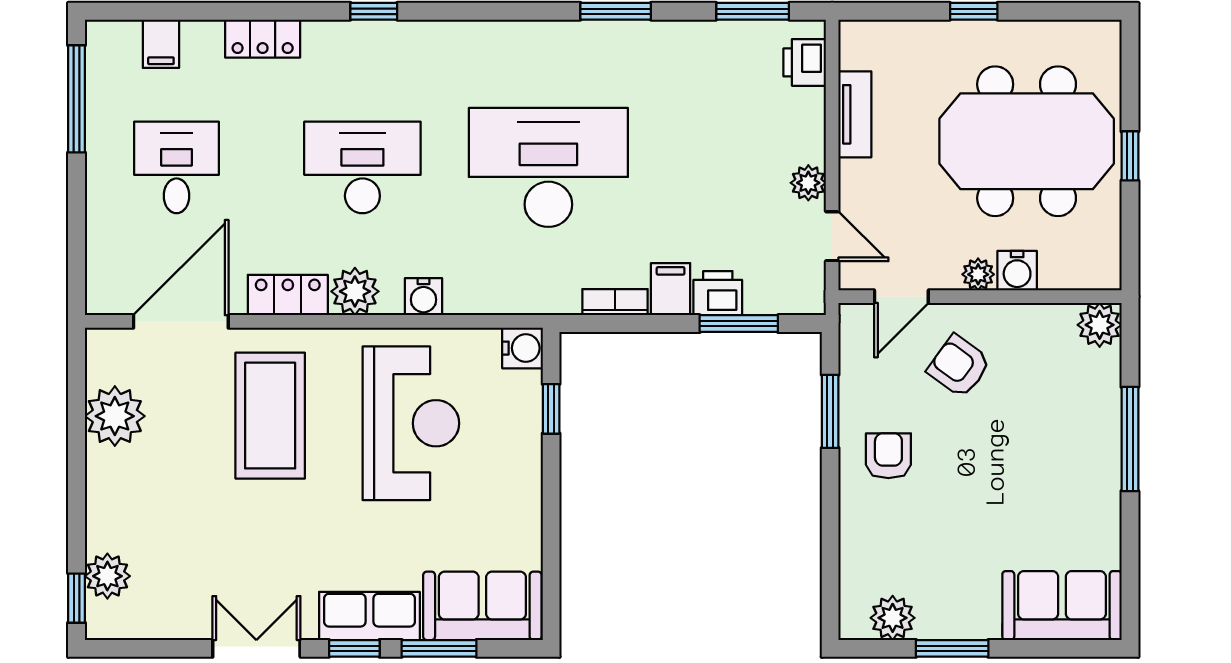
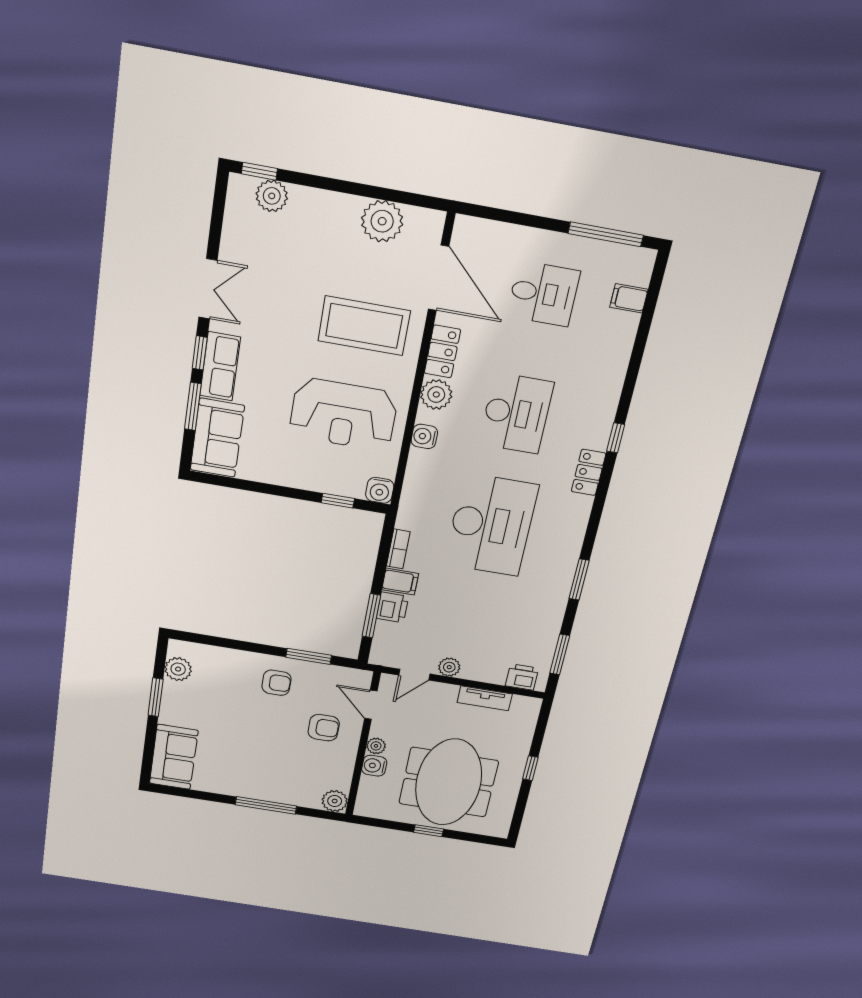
locker: (263, 39) -> (589, 472), moved
armchair: (959, 366) -> (324, 728), turned 54

